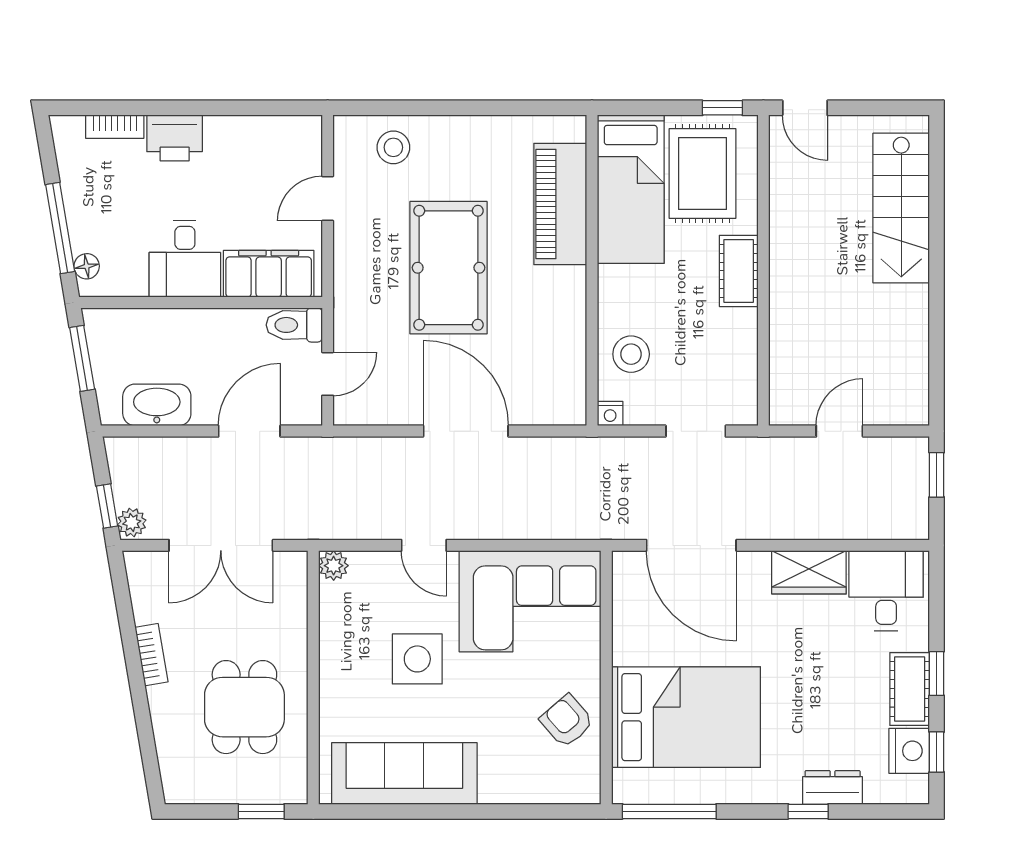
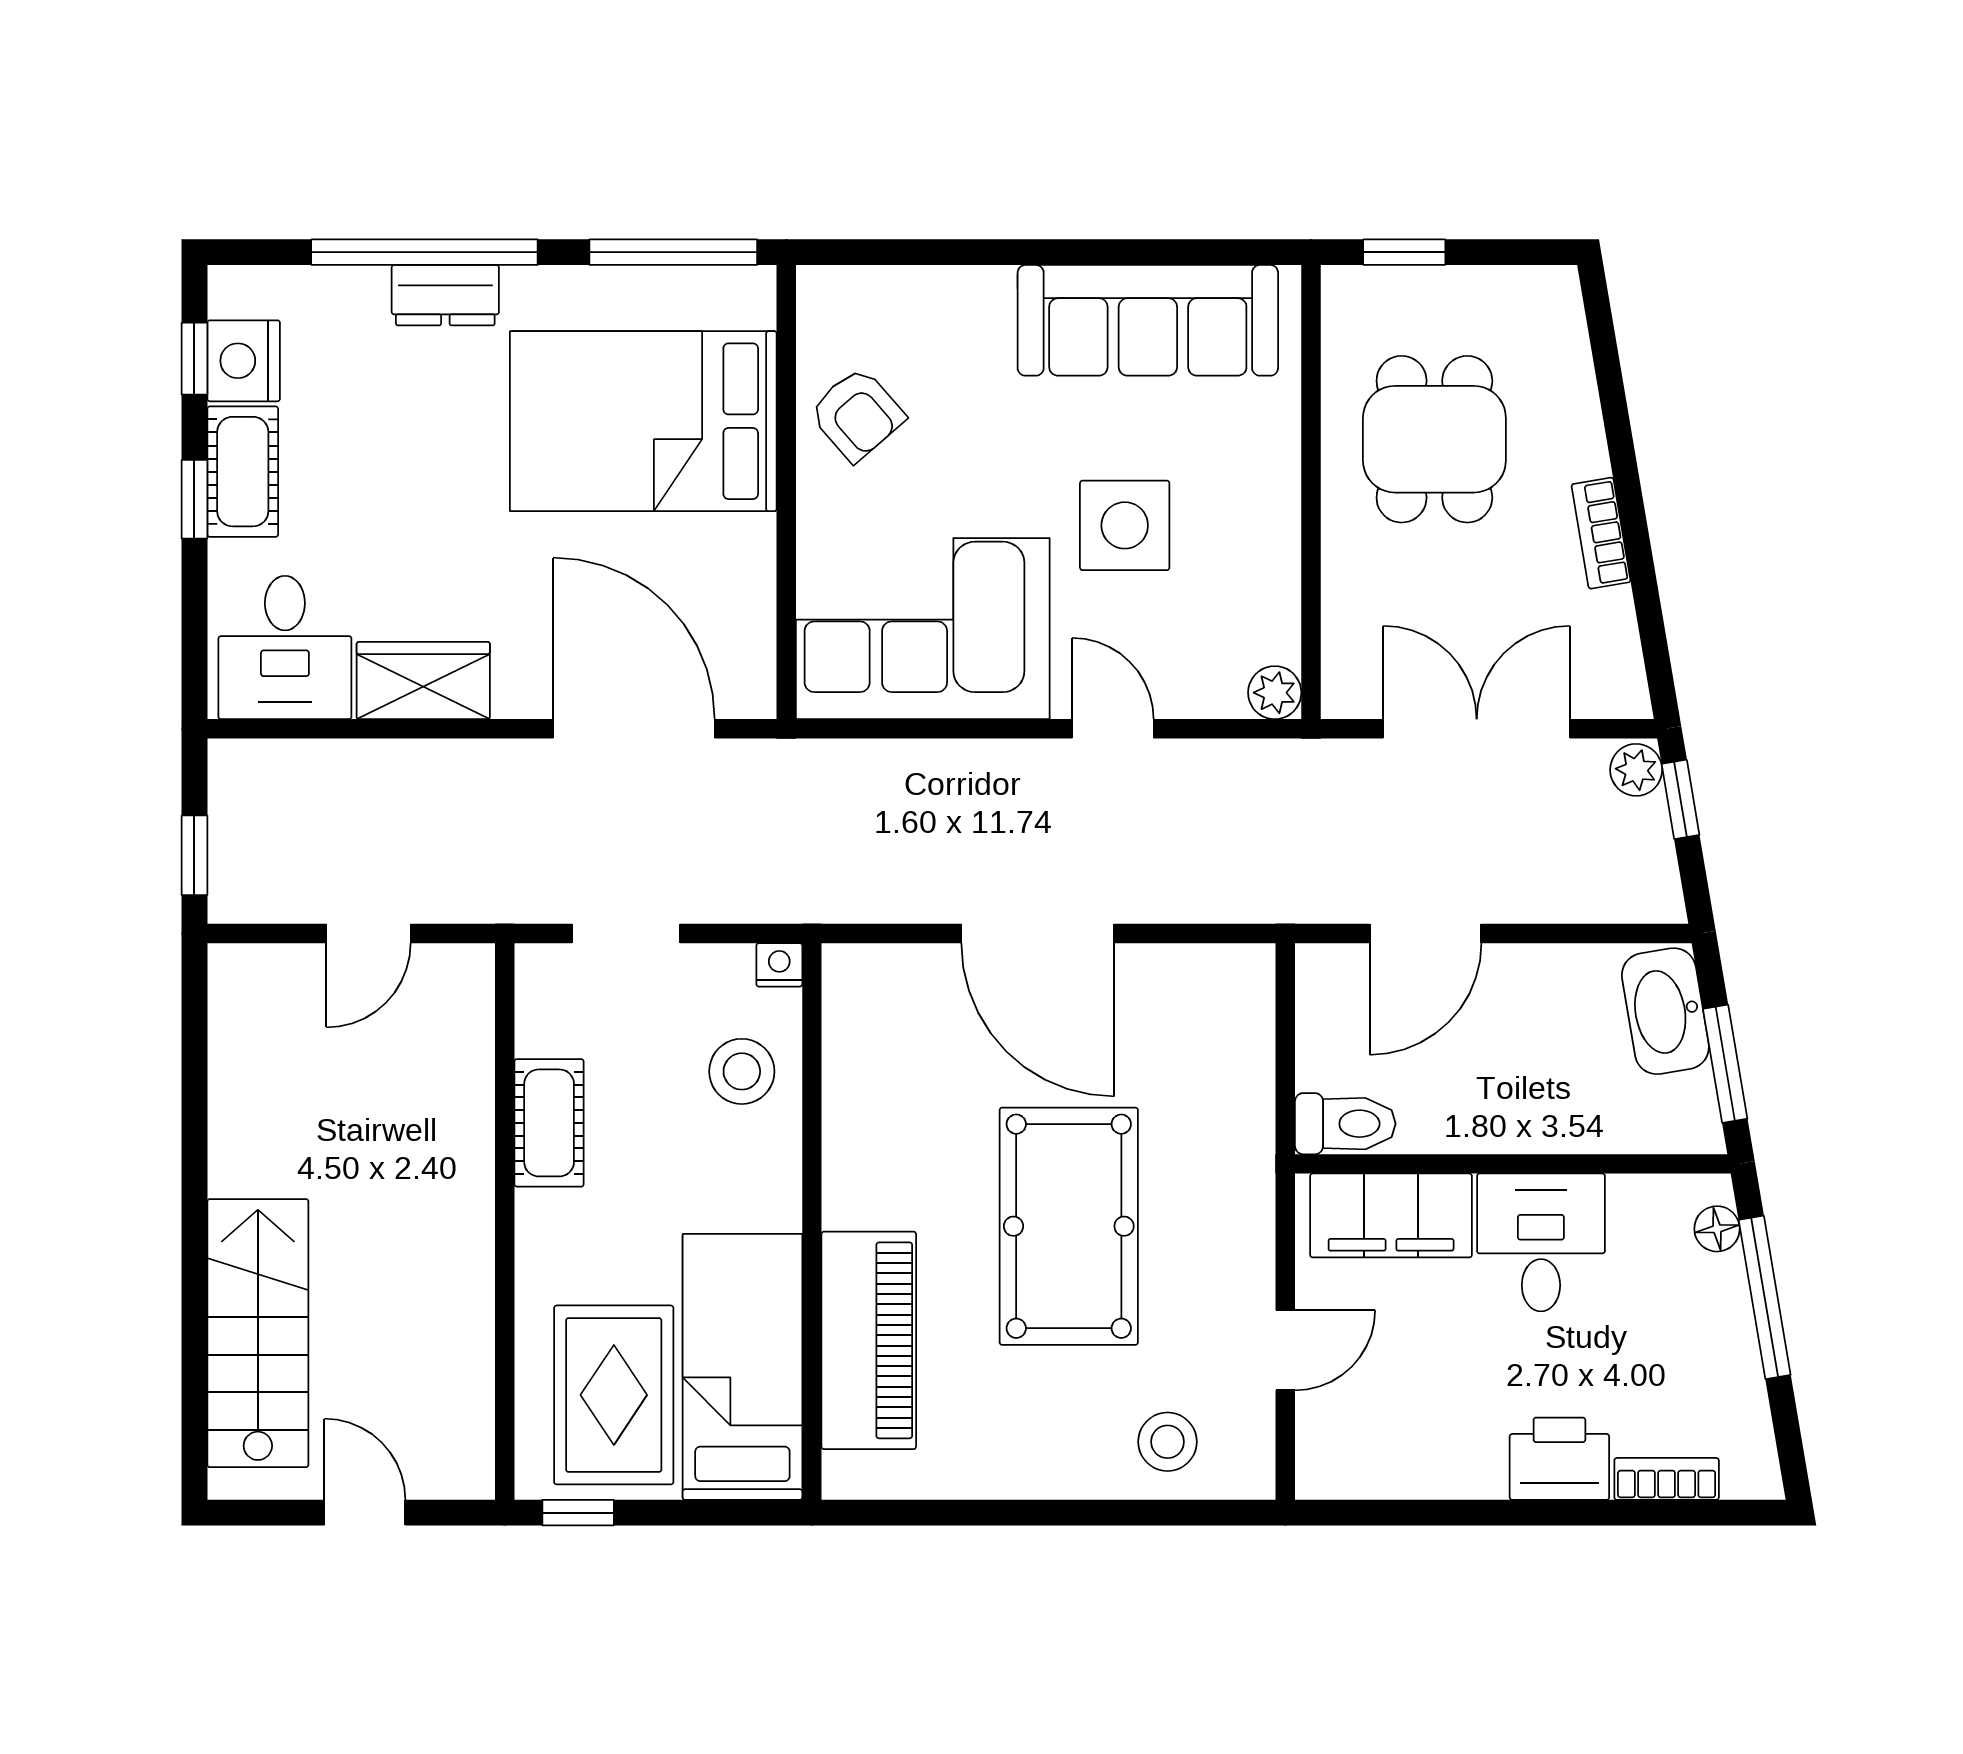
door: (805, 108) -> (365, 1513), moved
cot: (739, 271) -> (549, 1123), moved
door: (328, 374) -> (1285, 1036), removed
washbasin: (157, 405) -> (1665, 1011), moved, turned 80
dresser: (833, 787) -> (445, 295), moved
window: (808, 811) -> (424, 252), width x3.17

